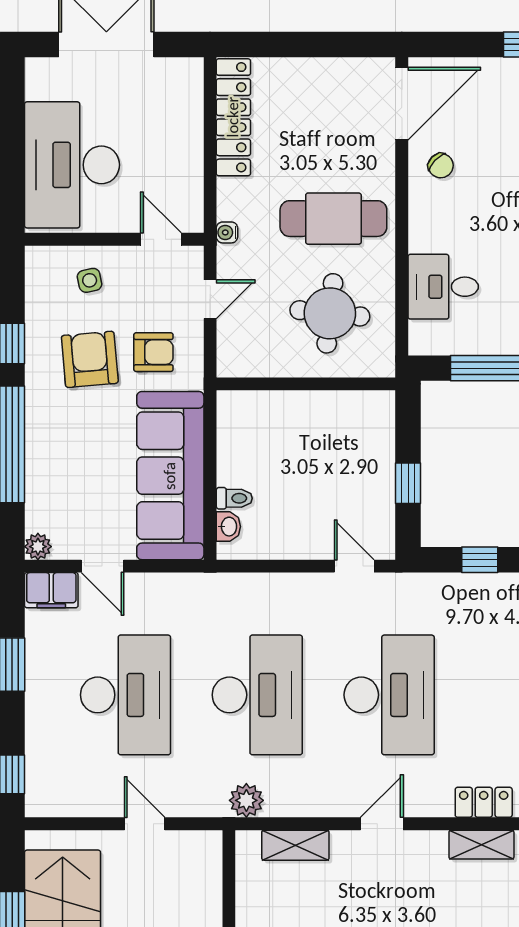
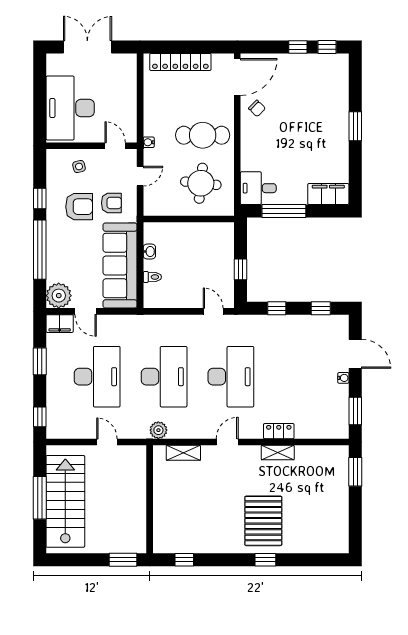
locker: (233, 117) -> (180, 62), moved, turned 90
desk: (443, 287) -> (258, 188), moved
armchair: (90, 359) -> (79, 207), turned 95
washbasin: (228, 527) -> (149, 251), moved
plant: (38, 547) -> (59, 296), width x1.88, depth x1.88

